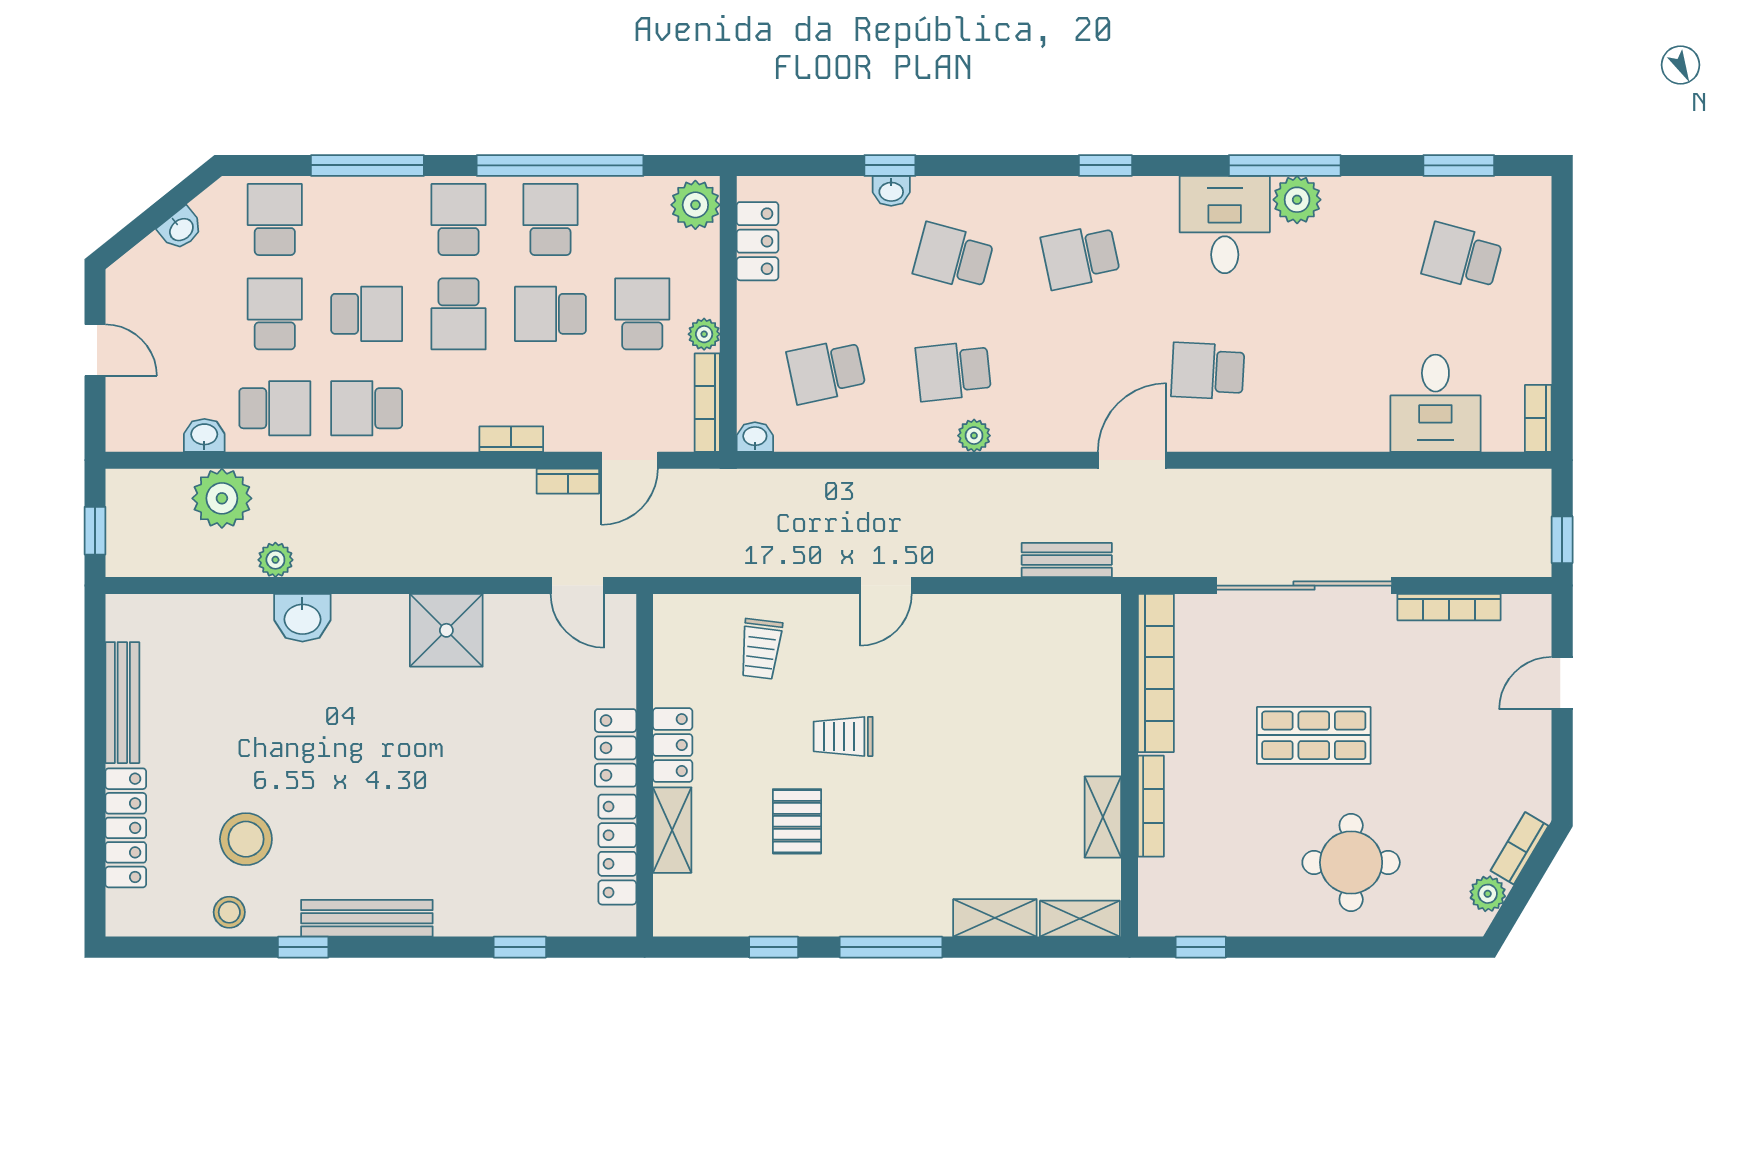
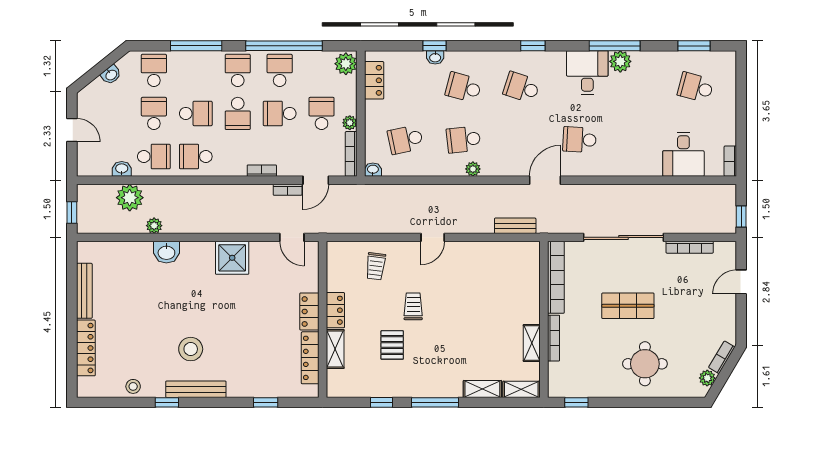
school desk: (1081, 257) -> (521, 87), turned 30
trolley: (843, 736) -> (413, 306), turned 90
stool: (246, 839) -> (191, 349), moved

